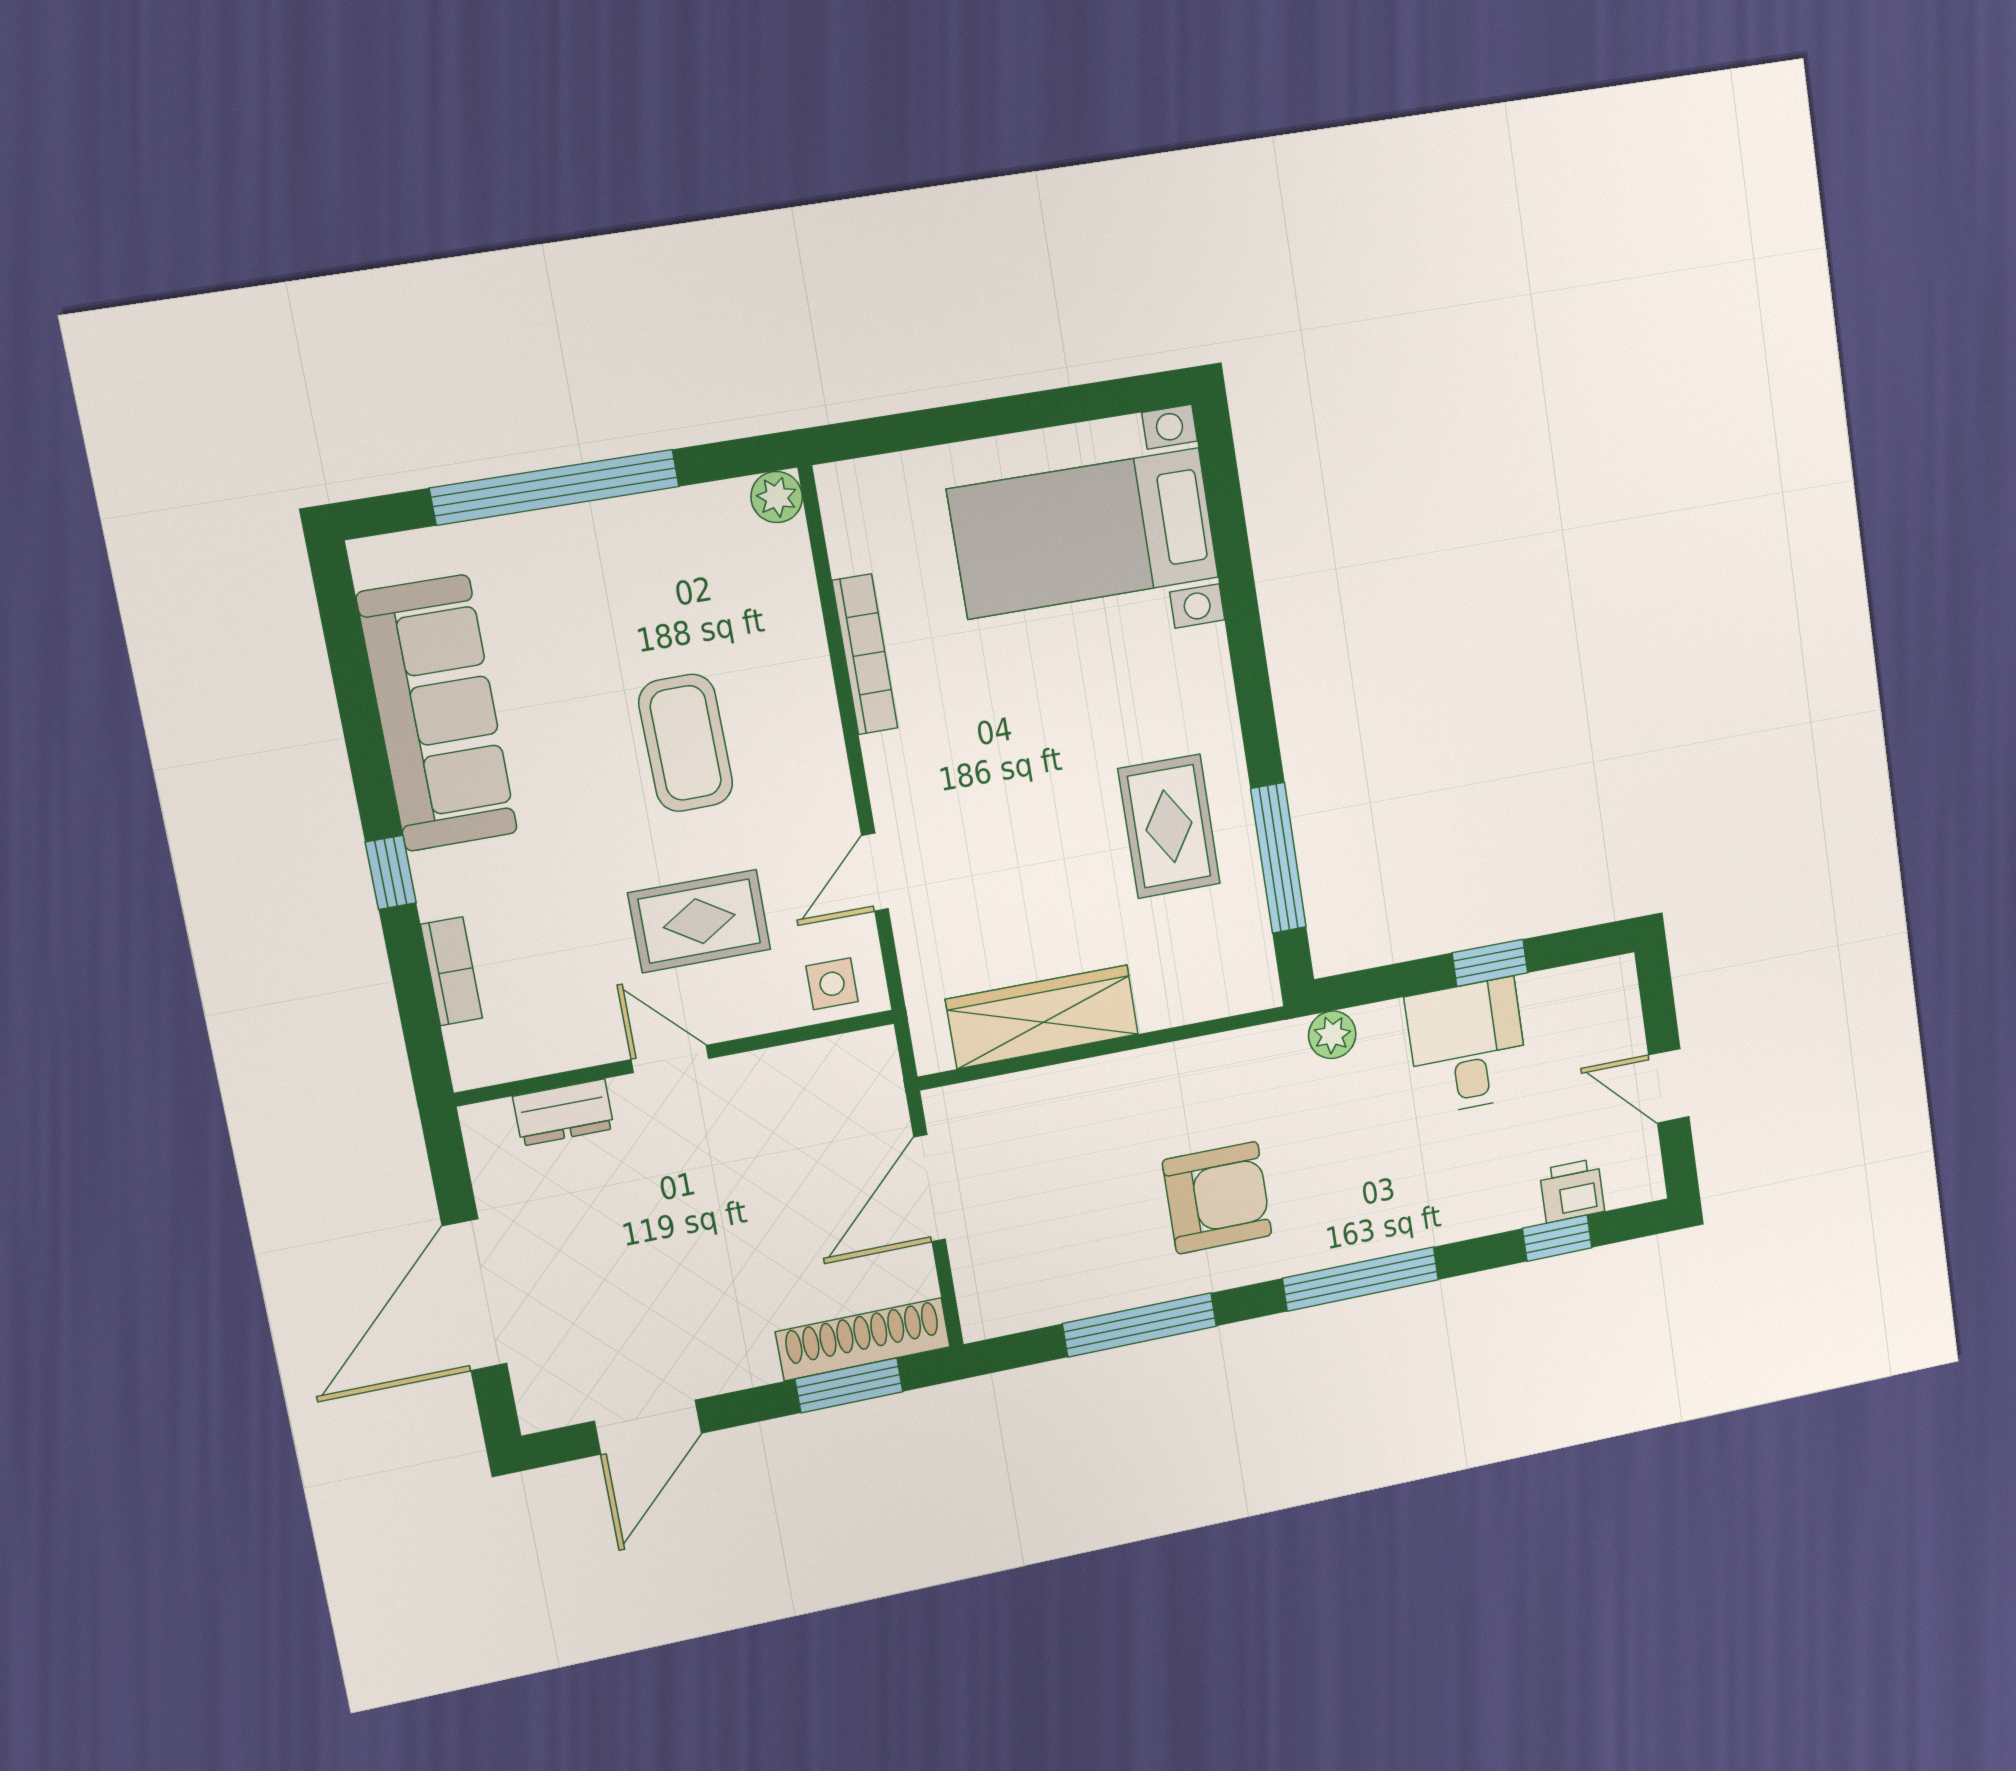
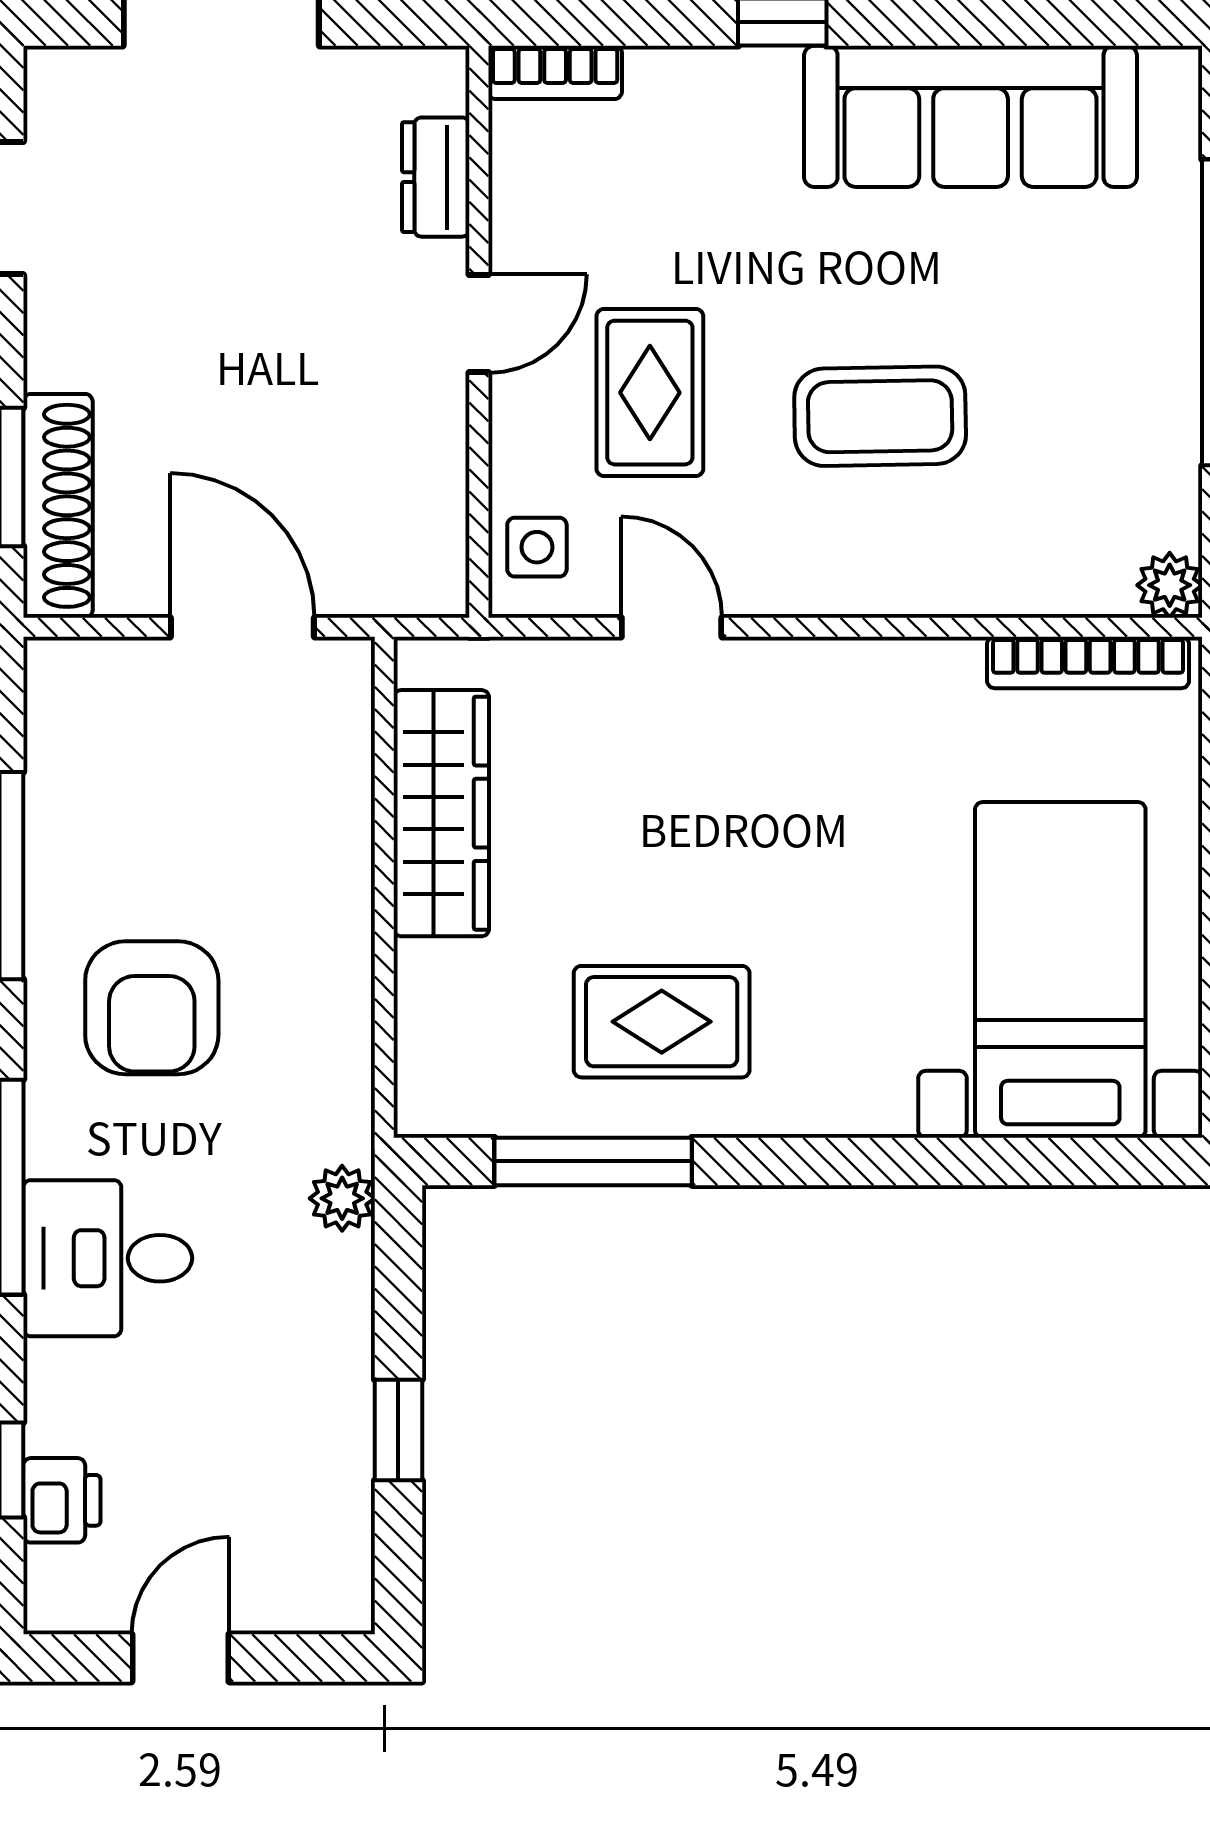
bookcase: (865, 654) -> (1088, 663), moved
bookcase: (451, 971) -> (555, 72), moved
desk: (1467, 1046) -> (108, 1258), moved, turned 180

